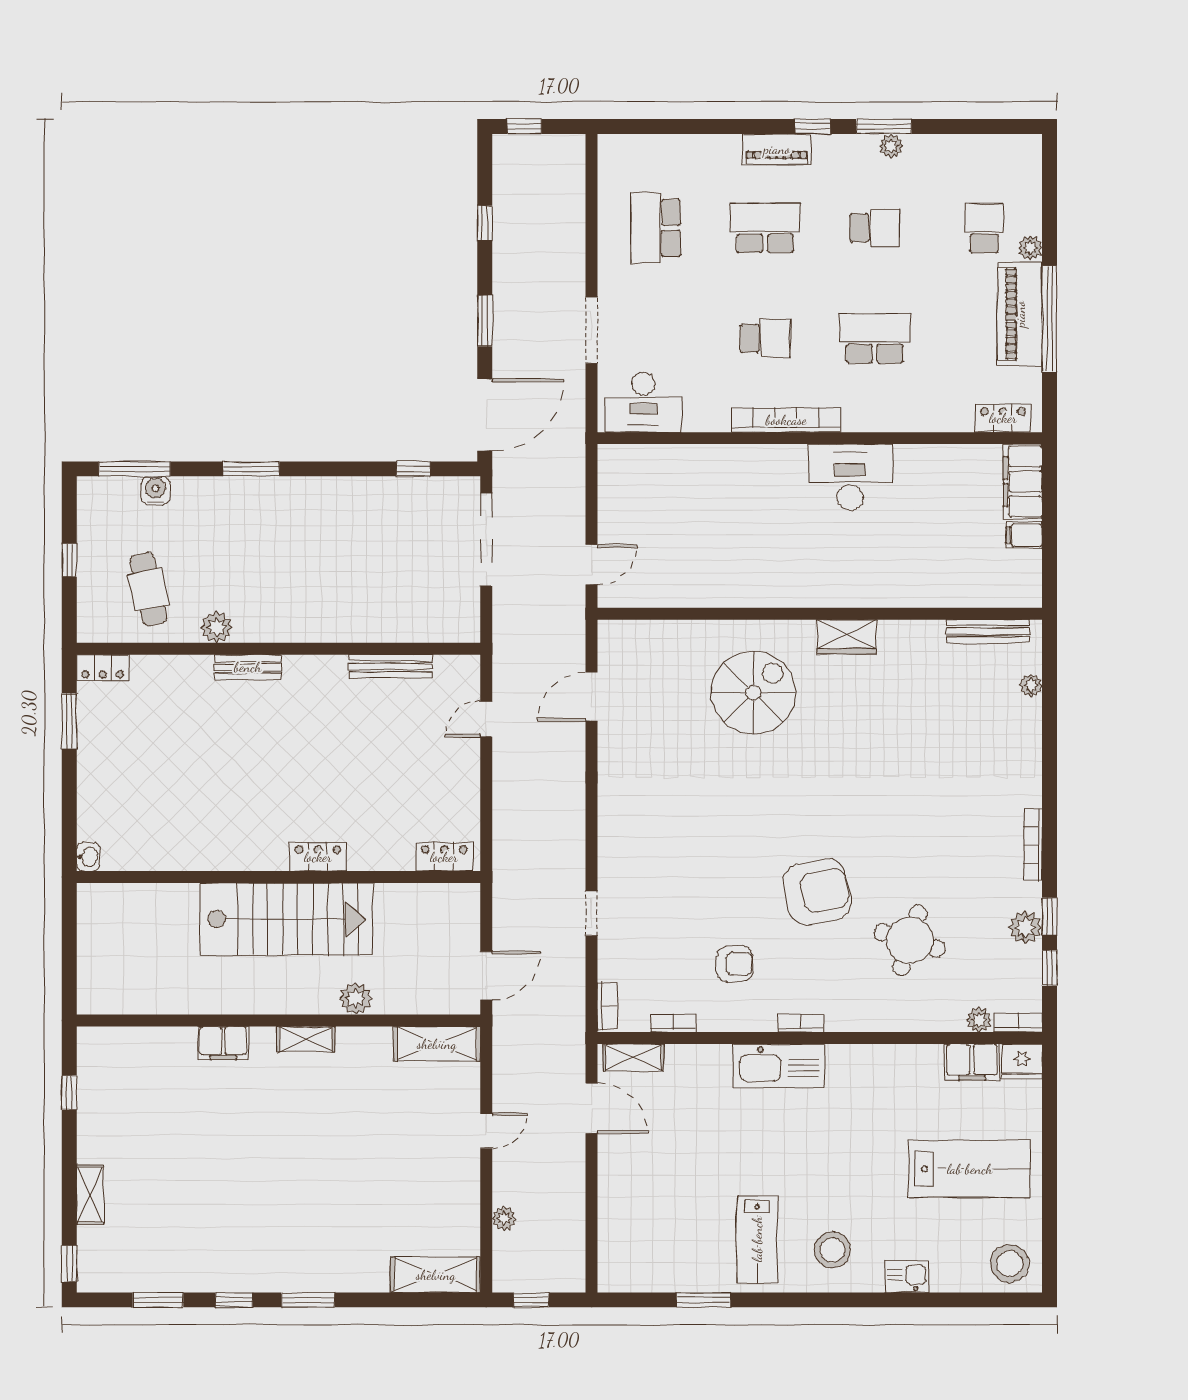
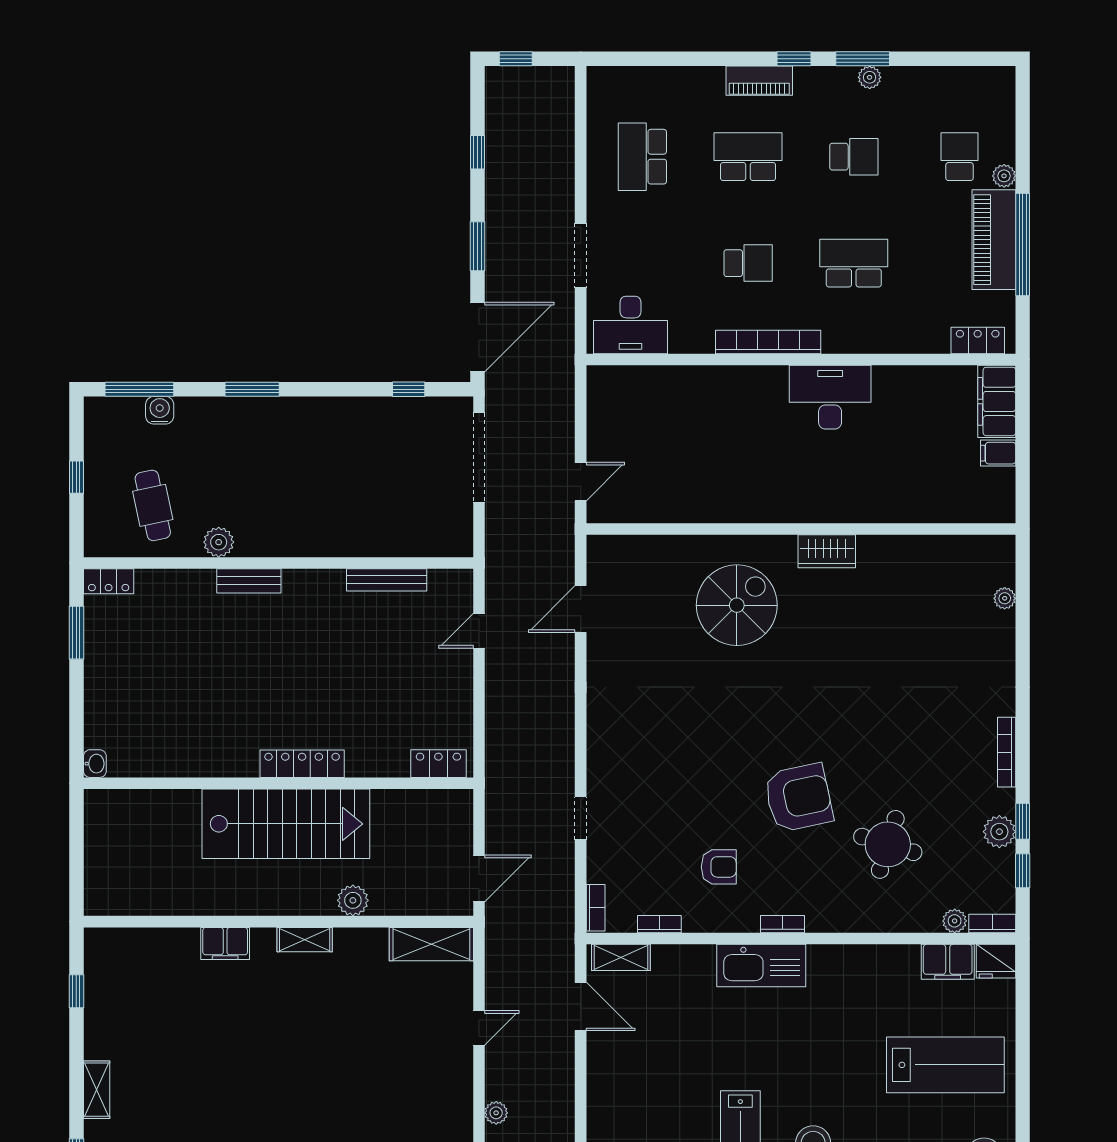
bench: (988, 631) -> (963, 546), removed
locker: (318, 857) -> (302, 764), width x1.53

